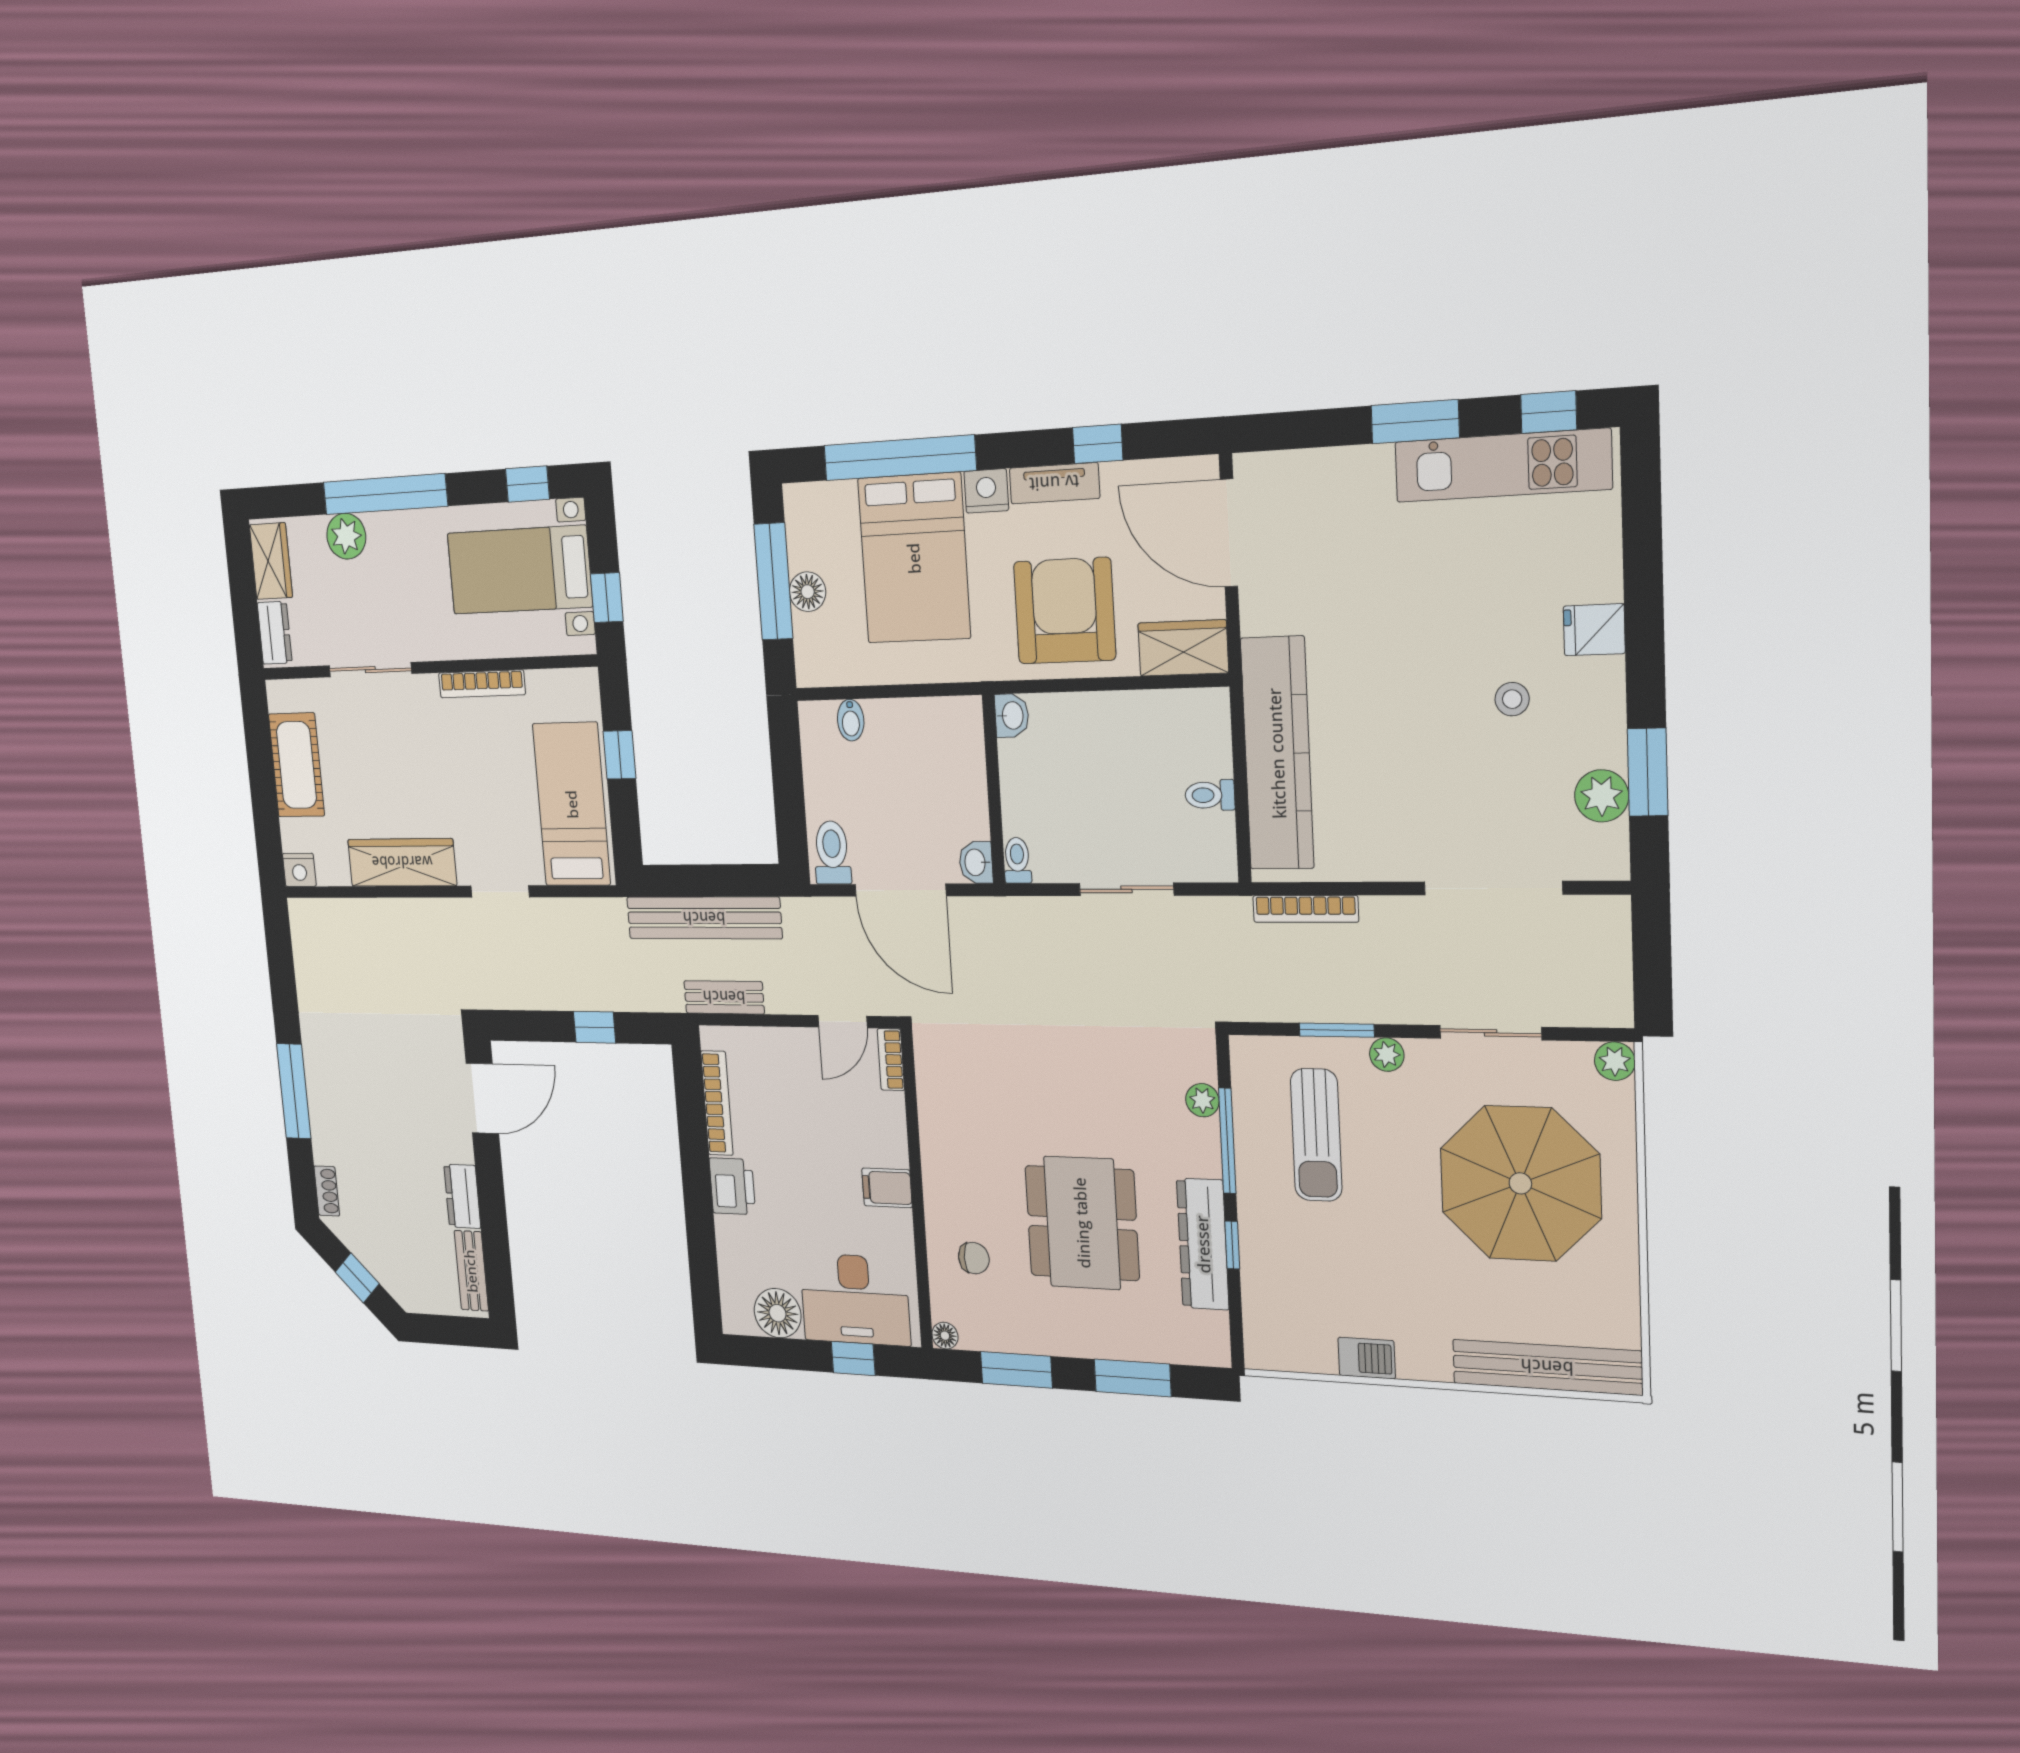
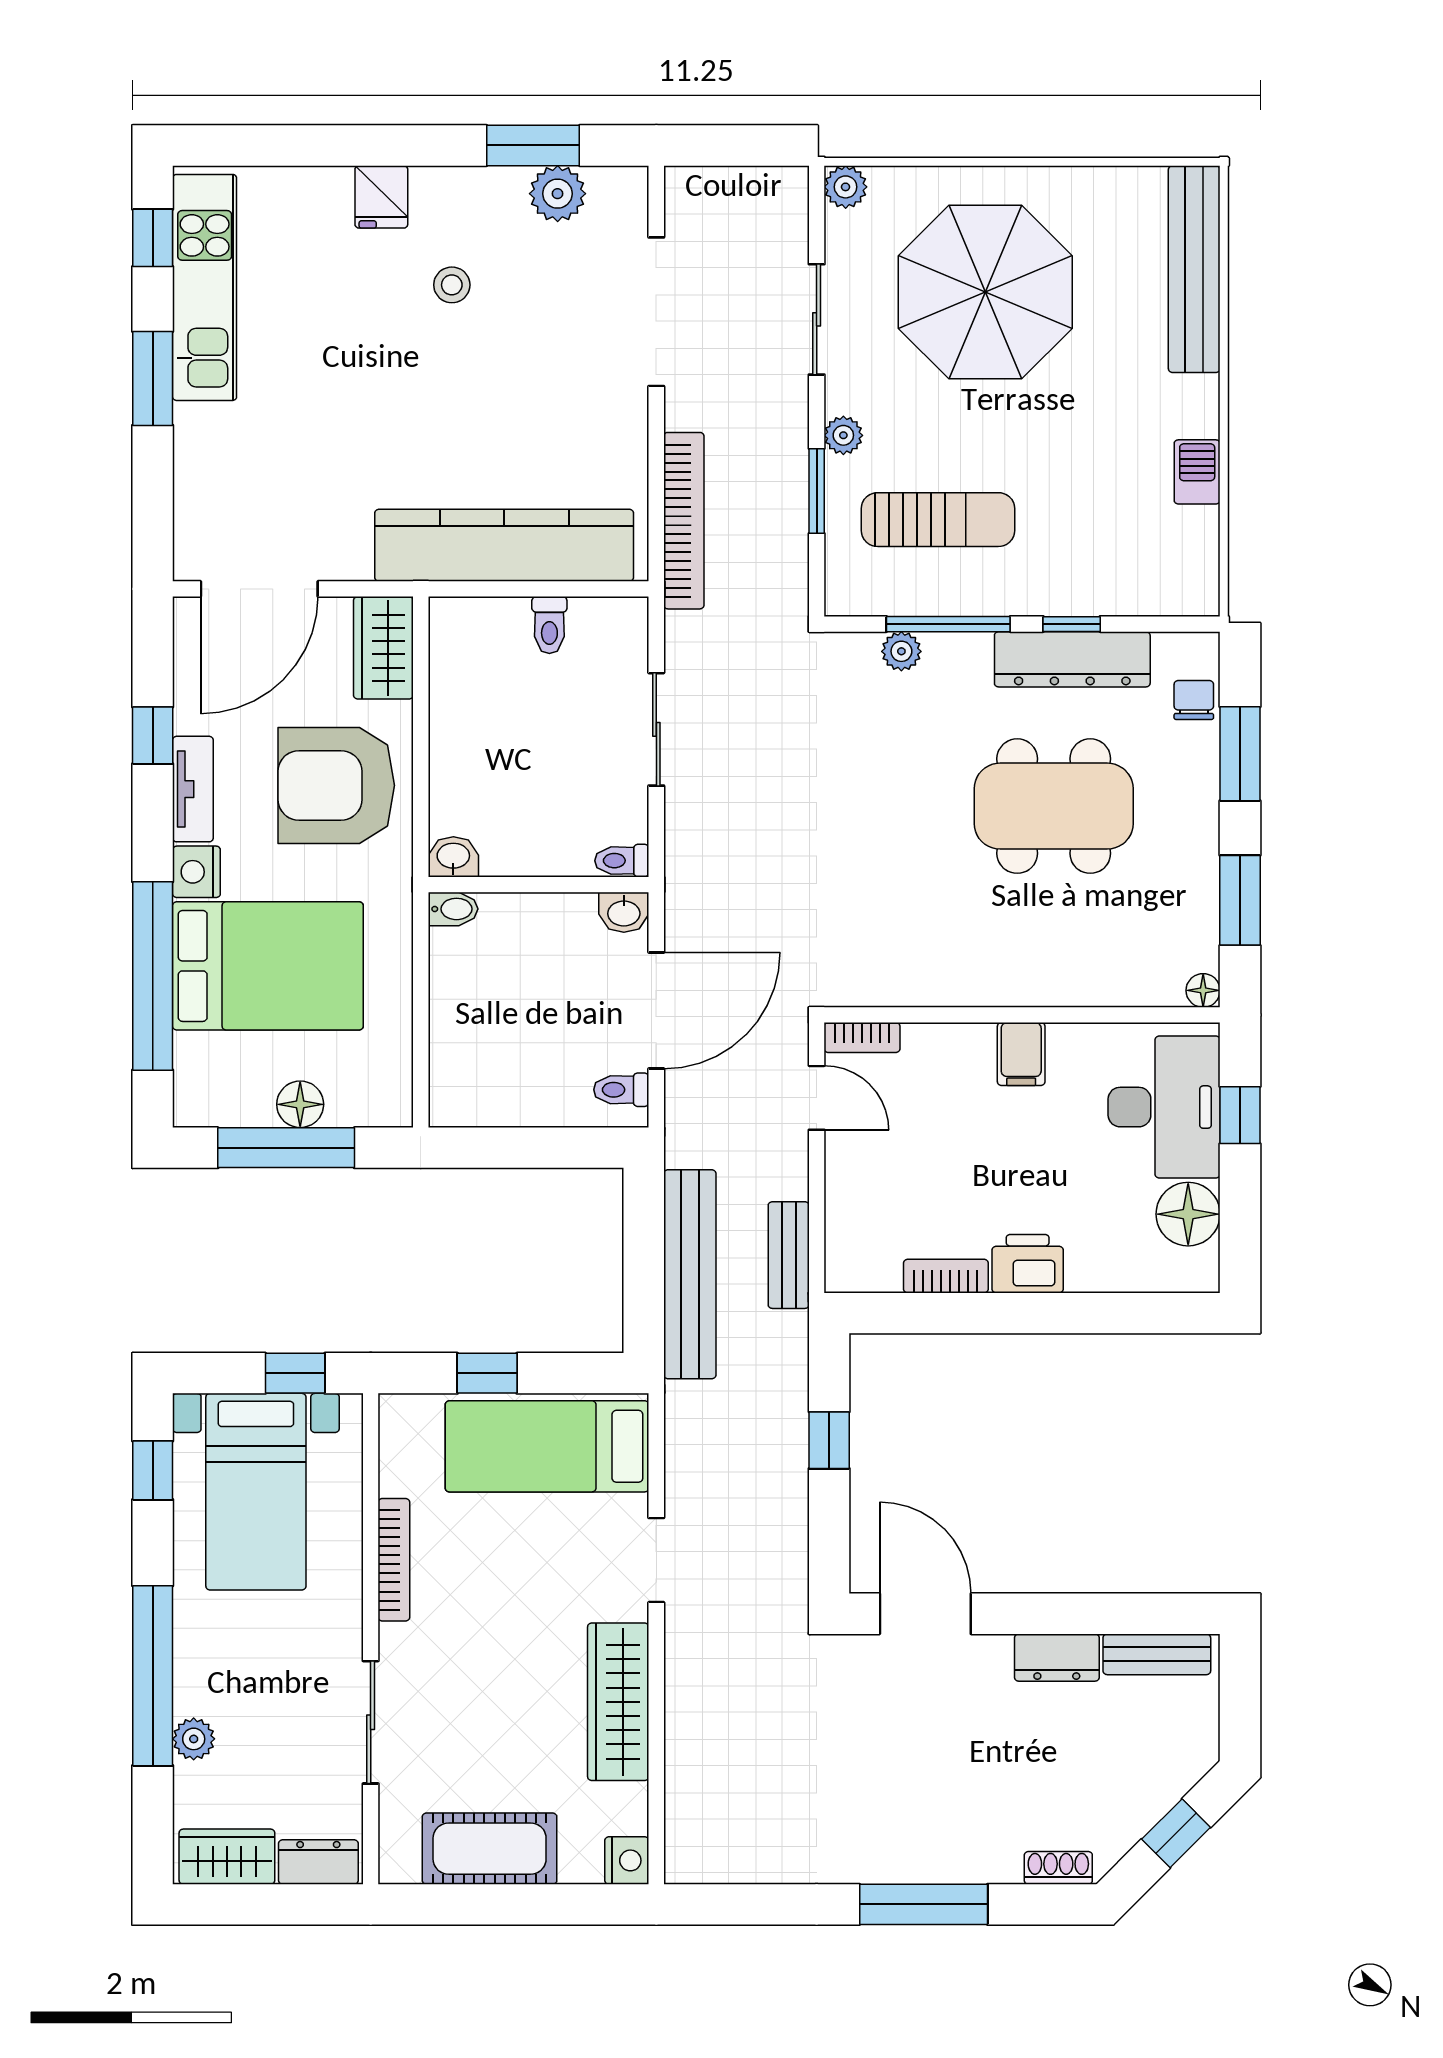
plant: (346, 536) -> (194, 1739), width x0.73, depth x0.73
bidet: (851, 720) -> (453, 909), moved
toilet: (832, 853) -> (621, 1090), width x0.73, depth x0.72
bookcase: (1306, 909) -> (684, 521), width x1.48, depth x1.31
bookcase: (717, 1103) -> (946, 1276), width x0.64
chair: (974, 1258) -> (1194, 700), moved

